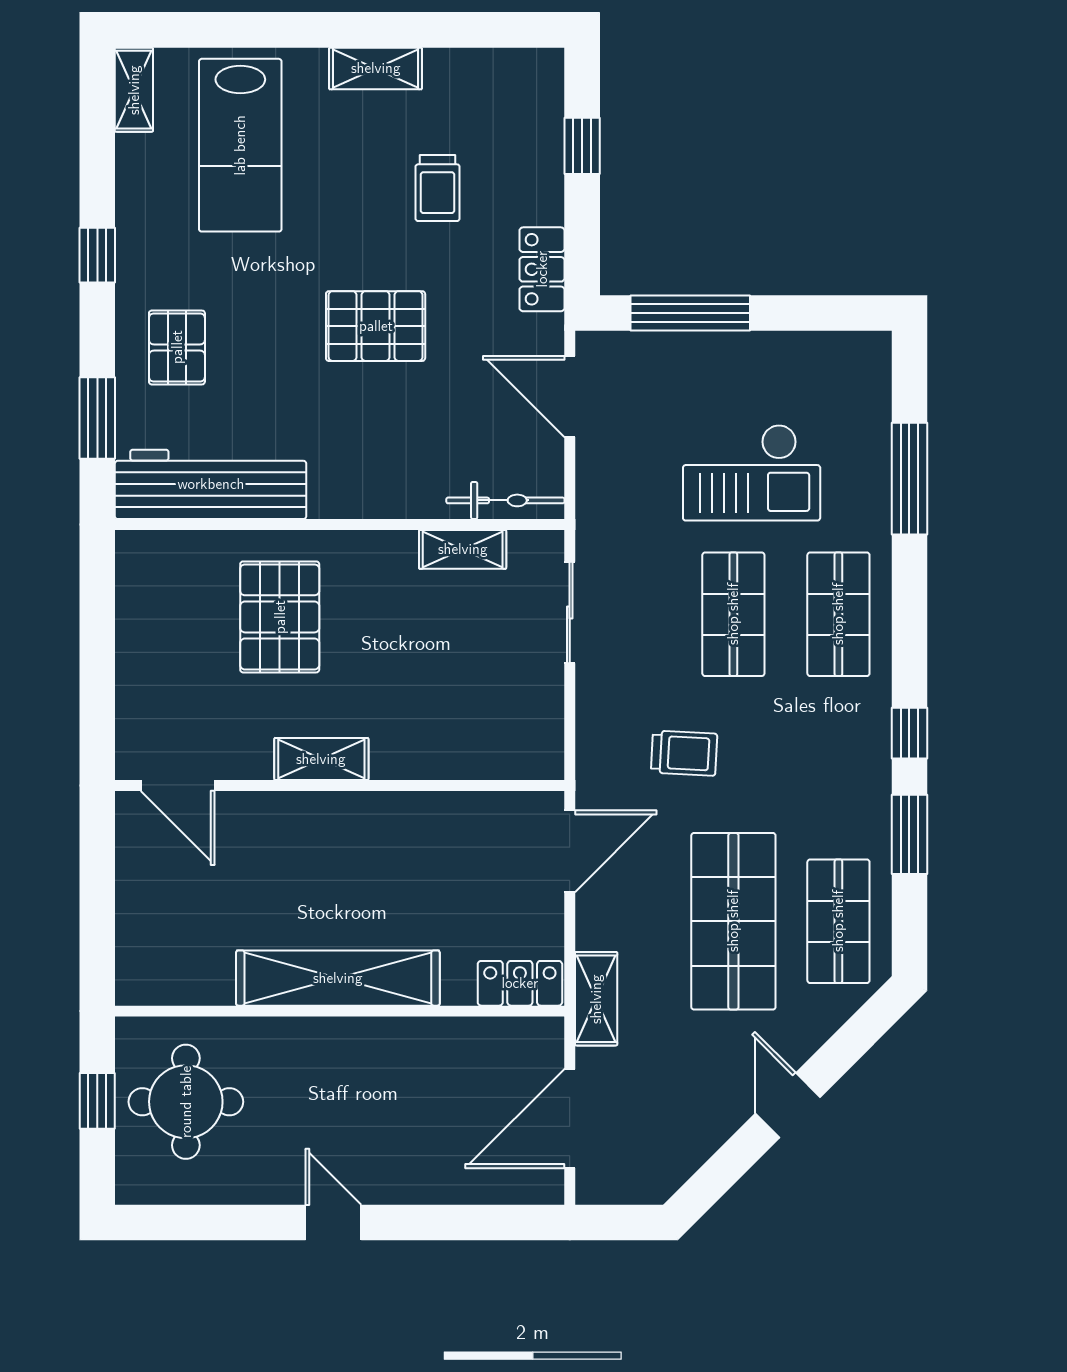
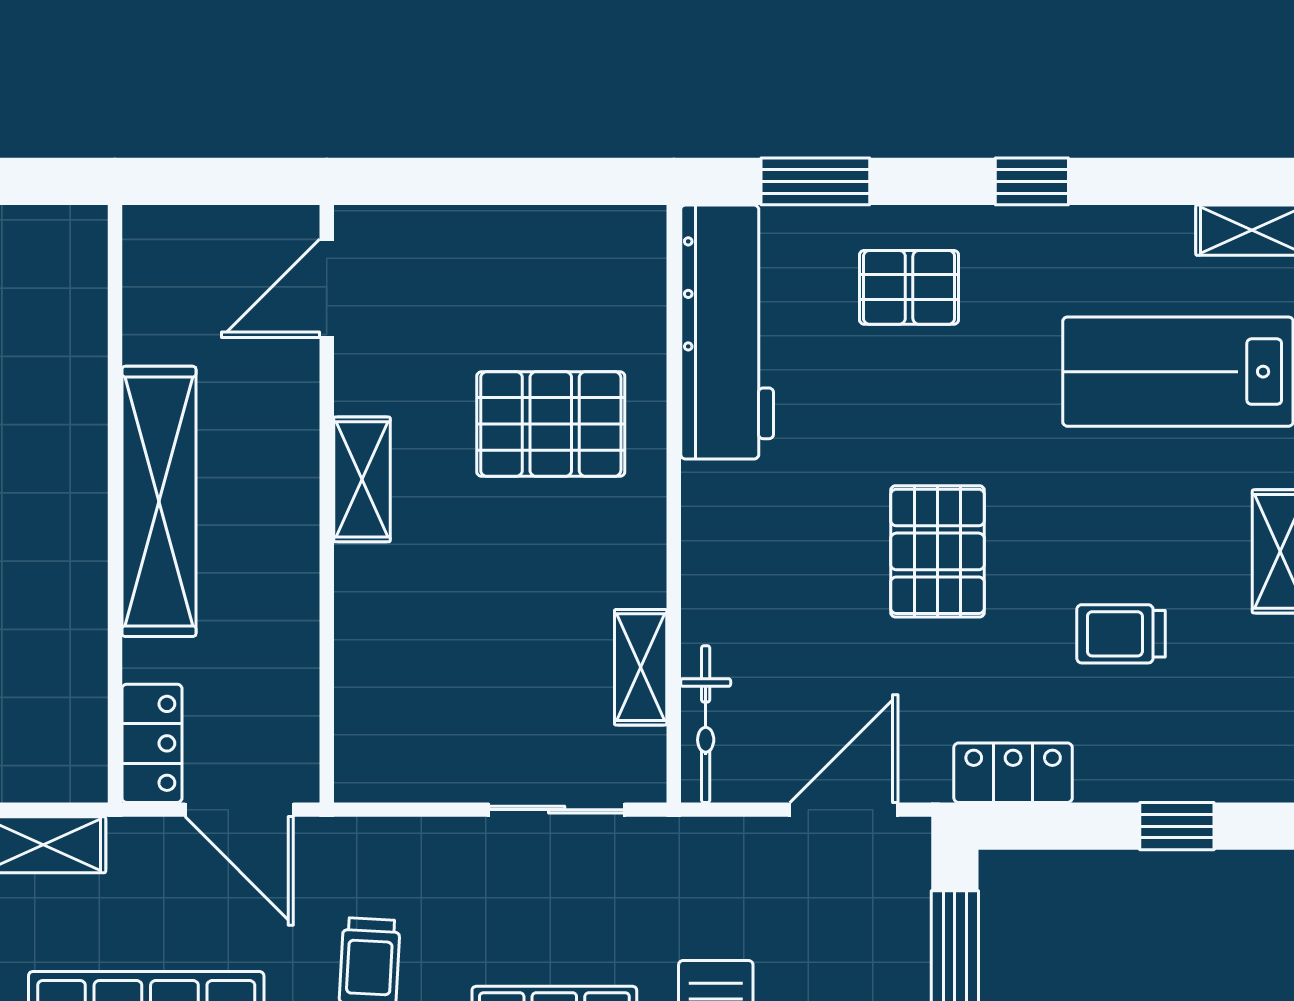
shelving: (338, 978) -> (159, 501), moved
locker: (520, 983) -> (152, 743), moved
wall: (340, 1011) -> (115, 504), moved

